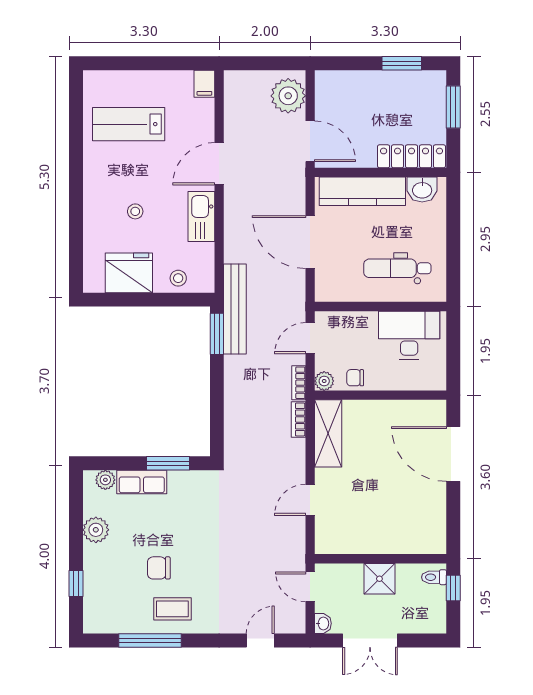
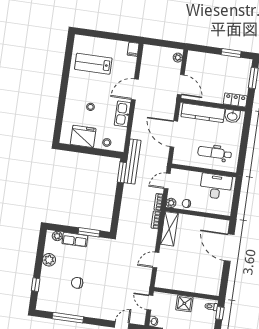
plant: (288, 96) -> (178, 58), width x0.53, depth x0.53
locker: (412, 156) -> (235, 100), width x0.66
coffee table: (172, 609) -> (81, 304), removed

